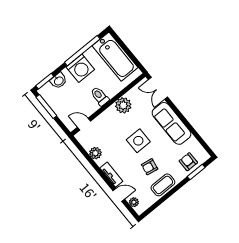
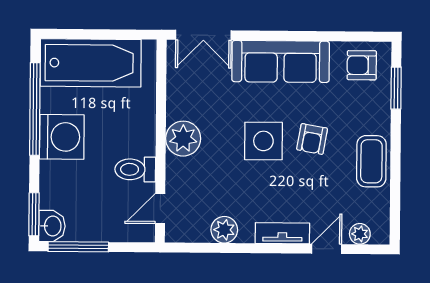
washbasin: (59, 81) -> (52, 226), moved
toilet: (100, 96) -> (135, 169), moved
plant: (123, 105) -> (183, 139), moved
armchair: (188, 162) -> (362, 65), moved
armchair: (150, 167) -> (312, 139), moved

